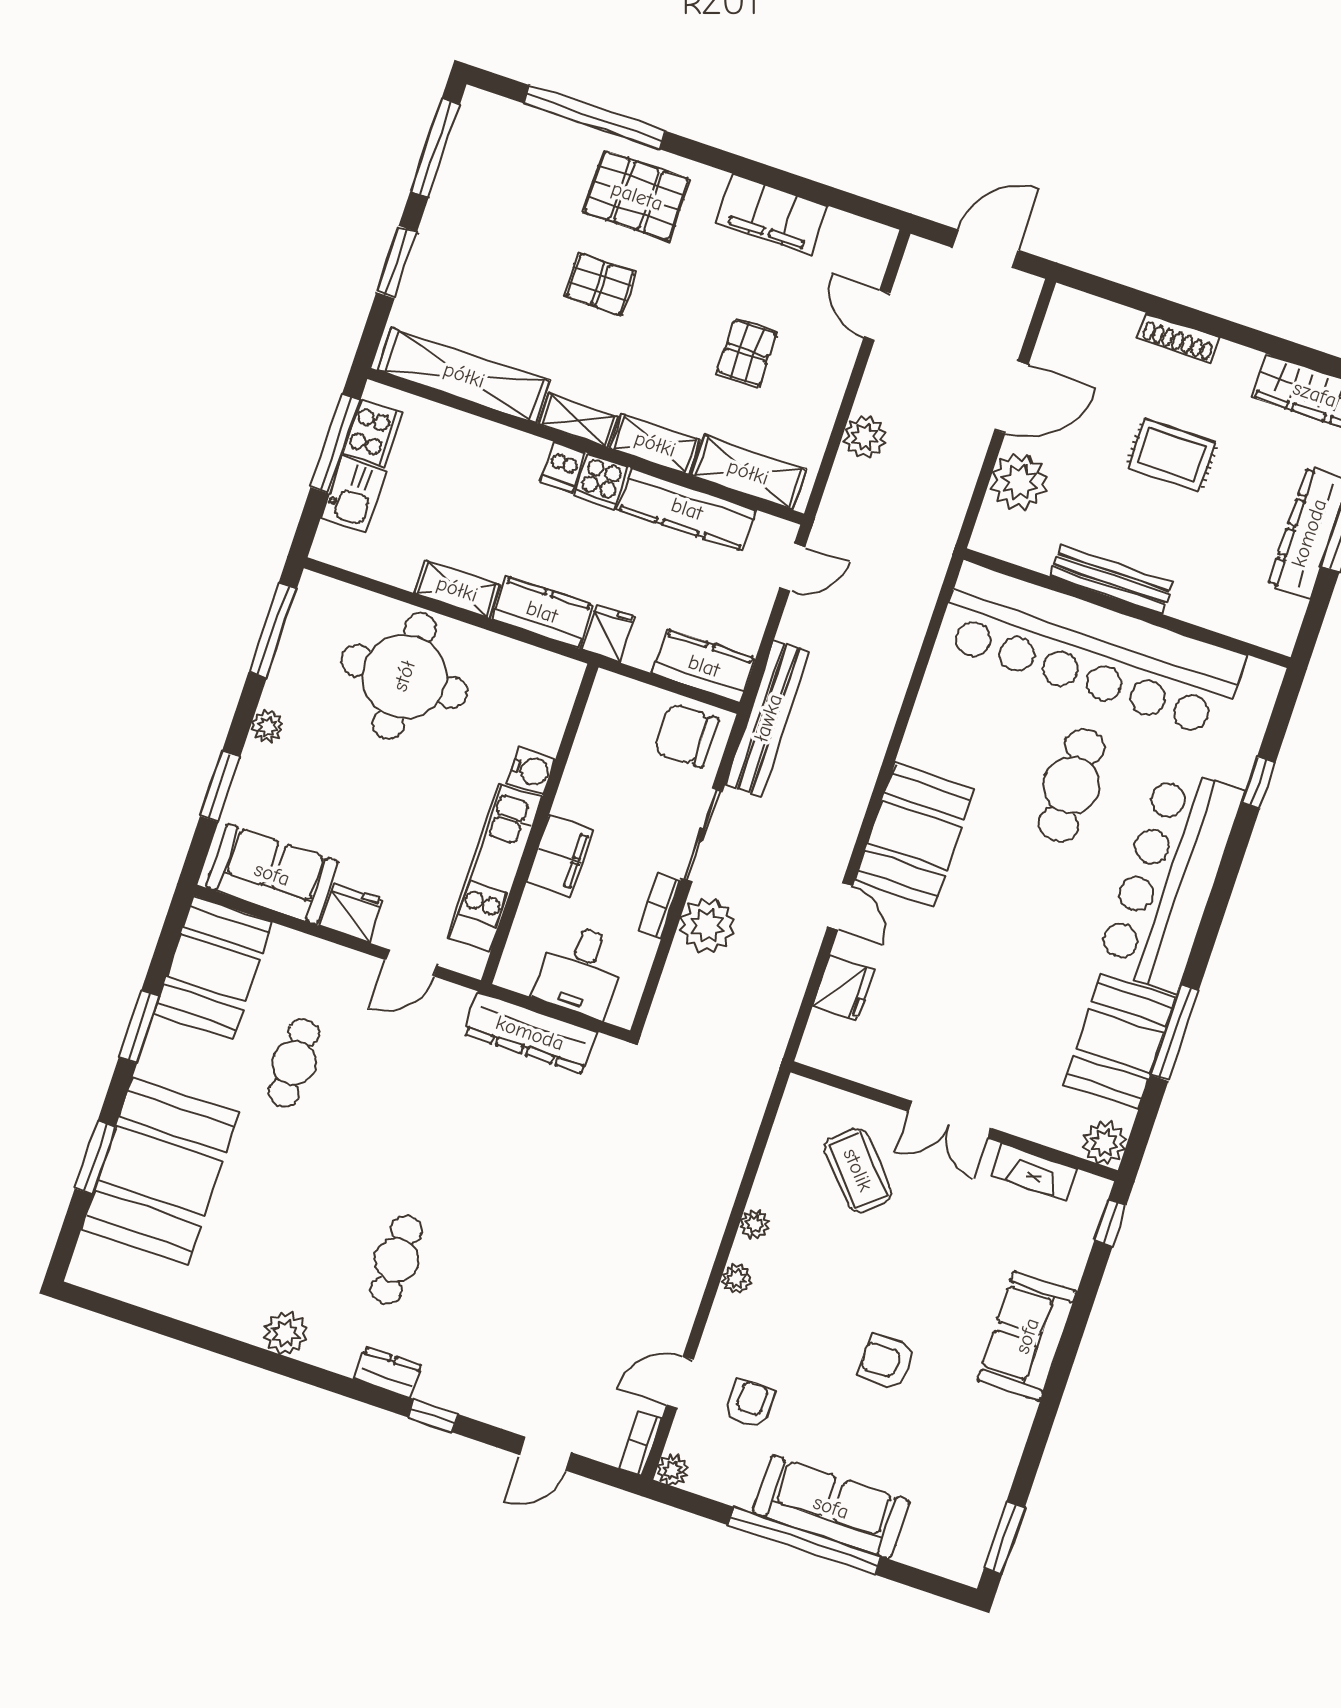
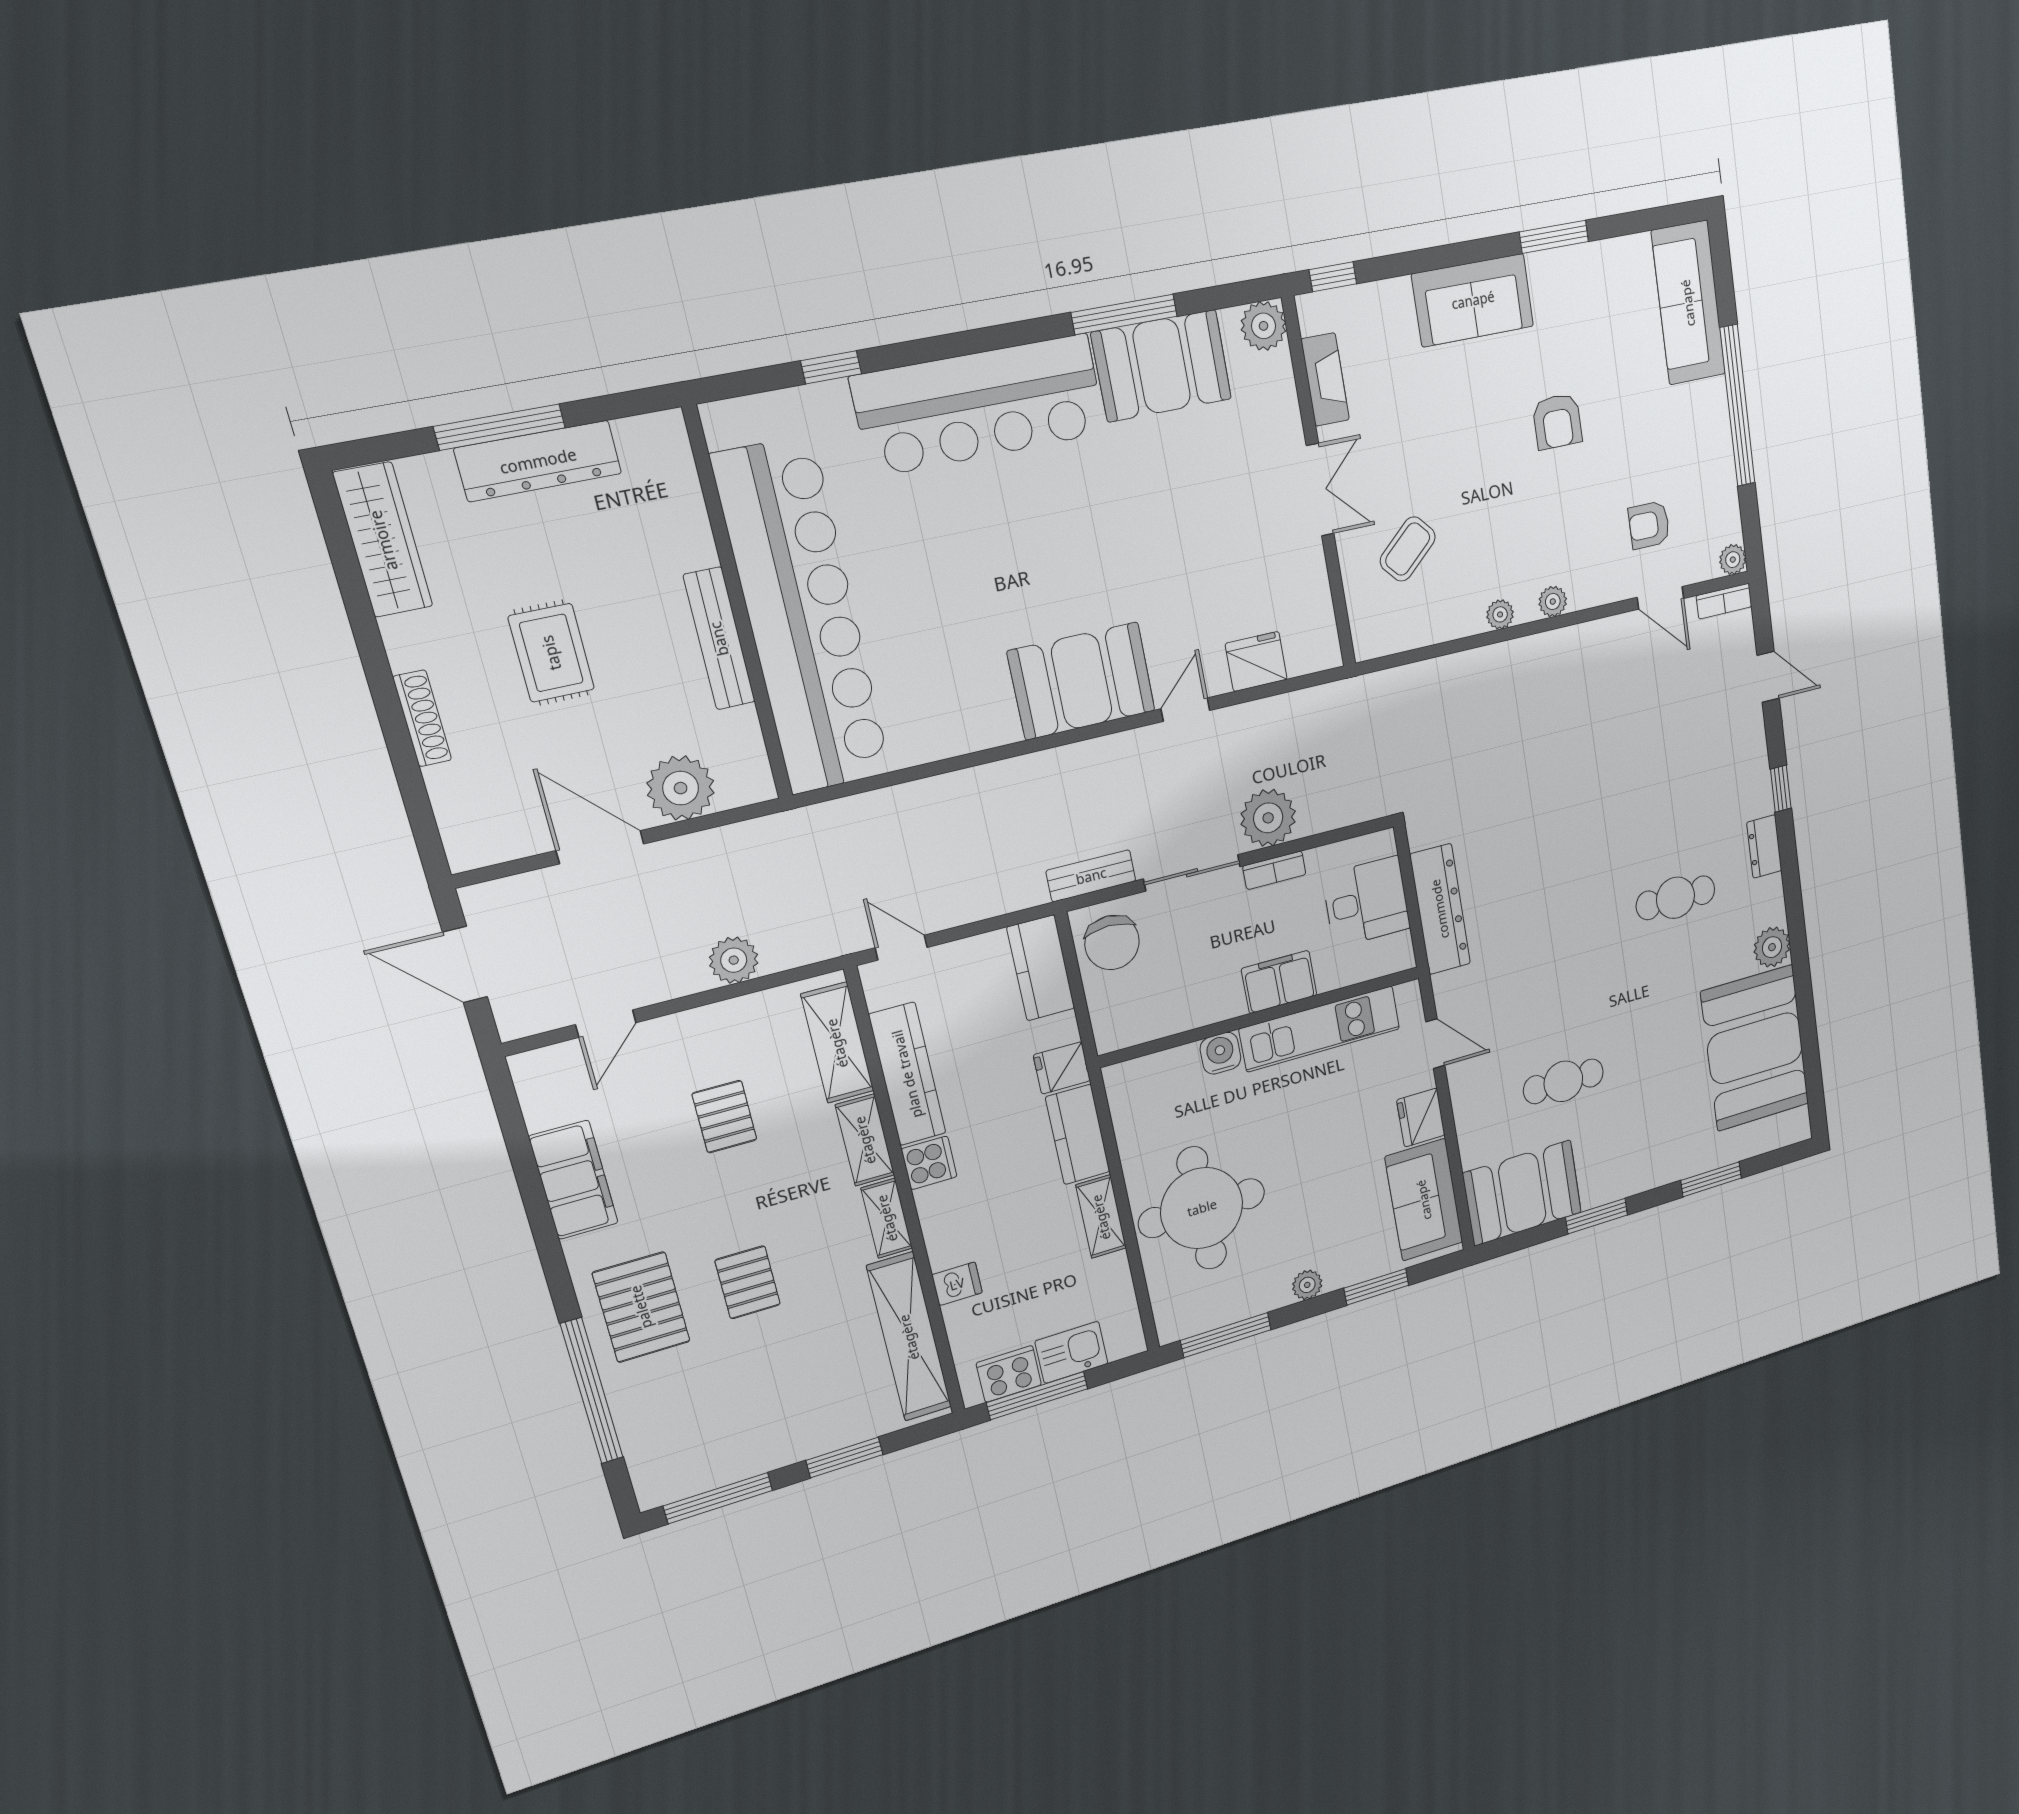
pallet: (747, 353) -> (724, 1117), turned 90
dishwasher: (563, 467) -> (957, 1284), moved
bench: (768, 718) -> (1091, 876), width x0.54, depth x0.82
cafe table: (1072, 785) -> (947, 558), removed
coffee table: (858, 1170) -> (1408, 549), width x0.73, depth x0.77
booth: (160, 1171) -> (1755, 1048), moved, turned 90
sofa: (831, 1507) -> (1688, 303), moved
window: (1004, 1538) -> (1554, 237), moved

